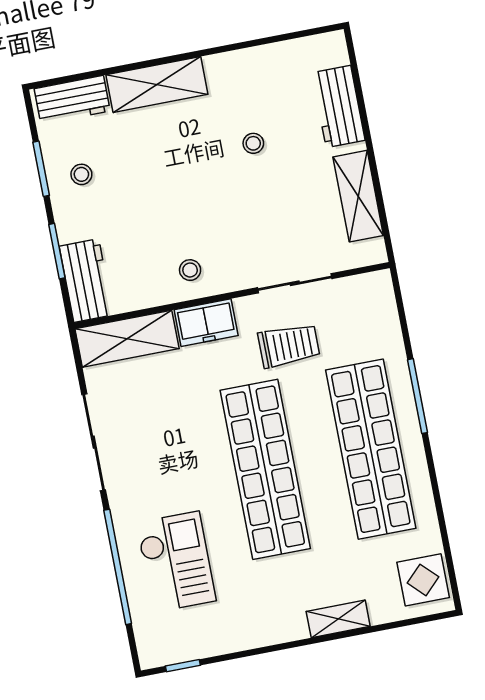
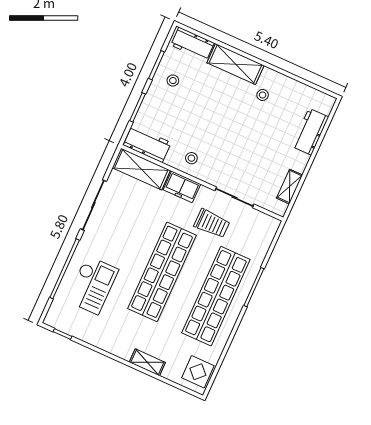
stool: (253, 143) -> (263, 95), moved
shelving: (358, 196) -> (290, 187), width x0.67, depth x0.75
workbench: (86, 281) -> (147, 144), moved, turned -90

